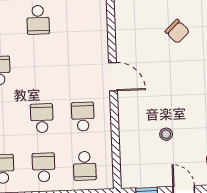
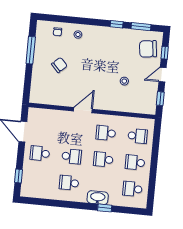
school desk: (38, 20) -> (40, 153), turned 180
school desk: (40, 69) -> (72, 156), added

